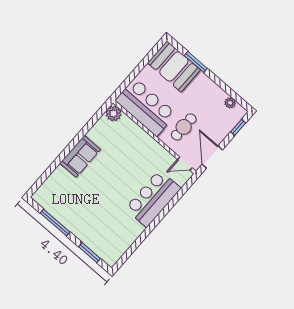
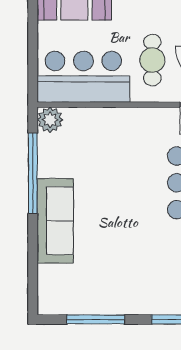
window: (84, 131) -> (33, 173), added
sofa: (80, 156) -> (55, 221), width x1.36

